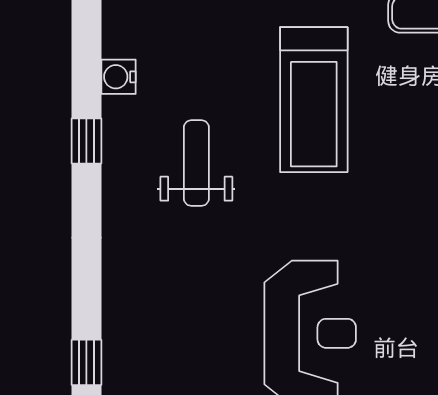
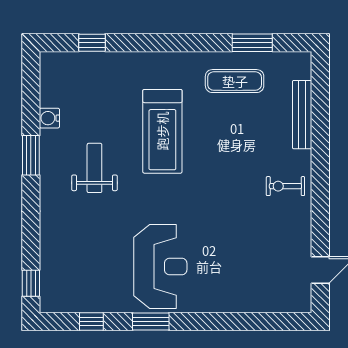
window: (86, 141) -> (31, 155), width x1.50

